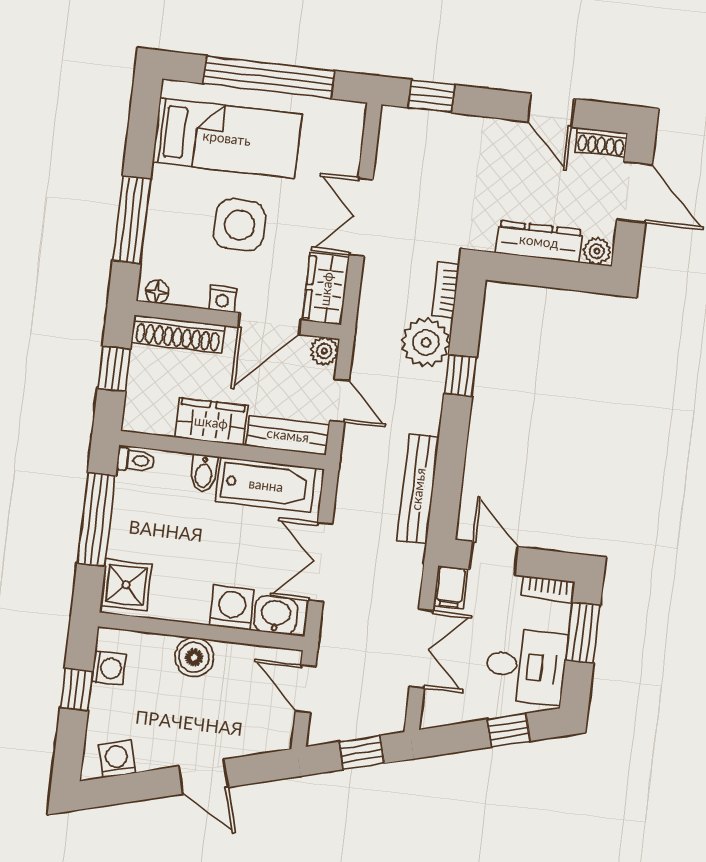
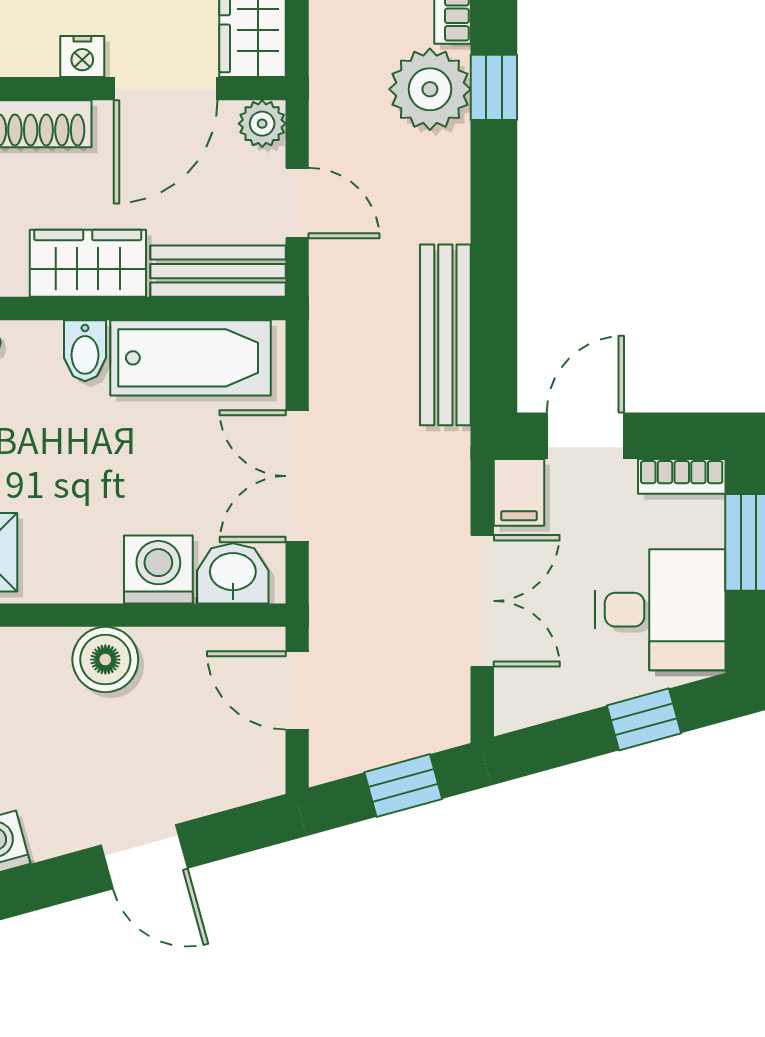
window: (460, 375) -> (494, 87), moved
door: (494, 558) -> (585, 436), hinge flipped

